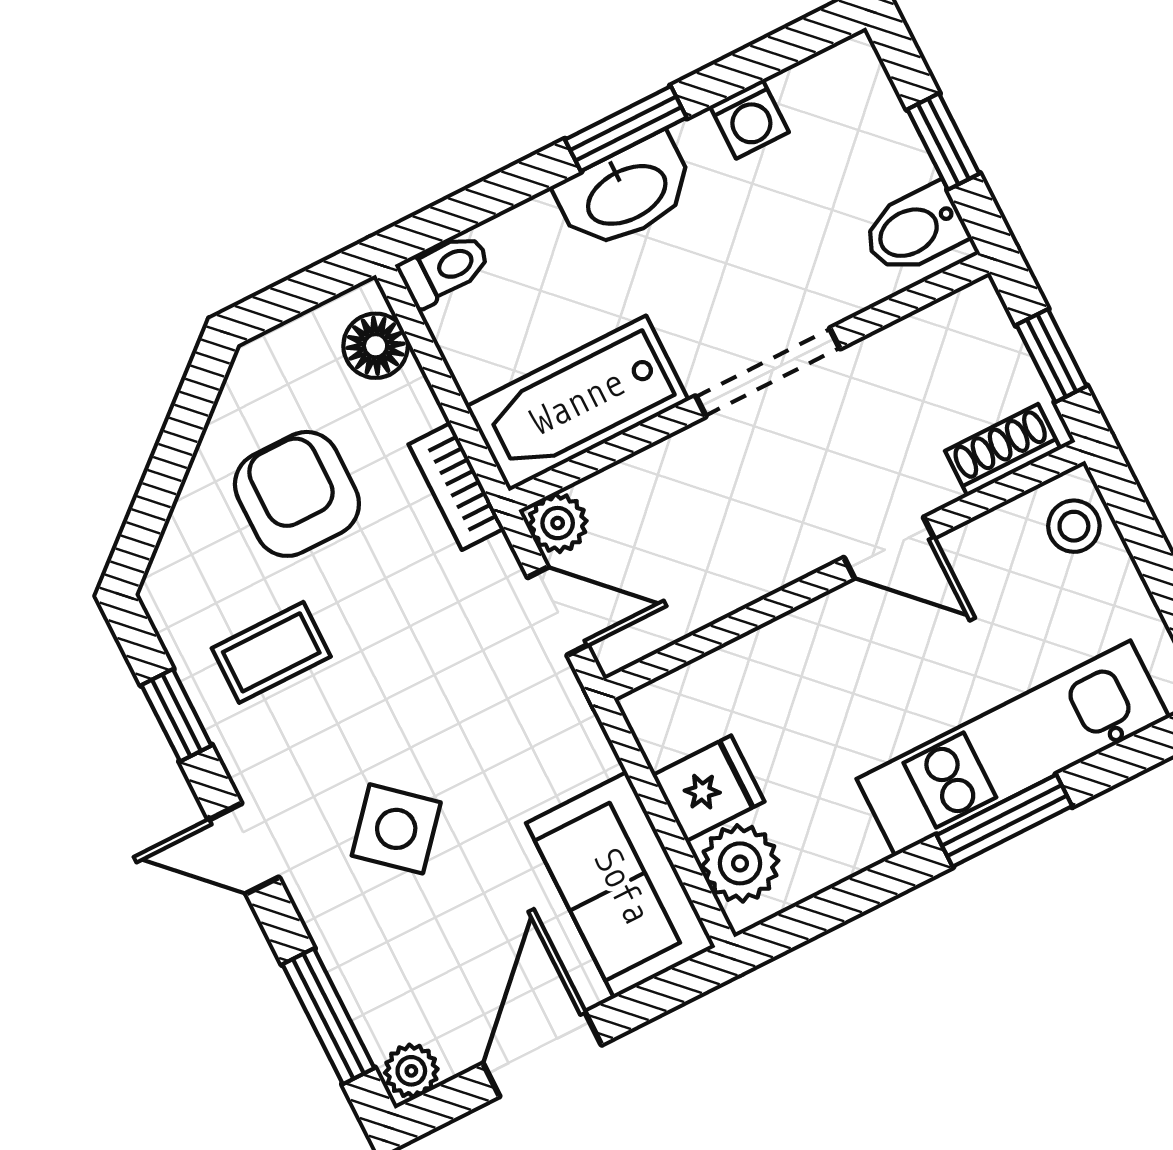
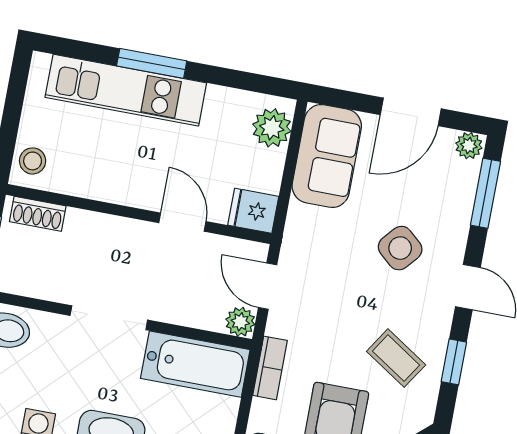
door: (889, 548) -> (182, 222), moved
coffee table: (271, 652) -> (396, 358), turned 33
fridge: (708, 788) -> (253, 211), moved

